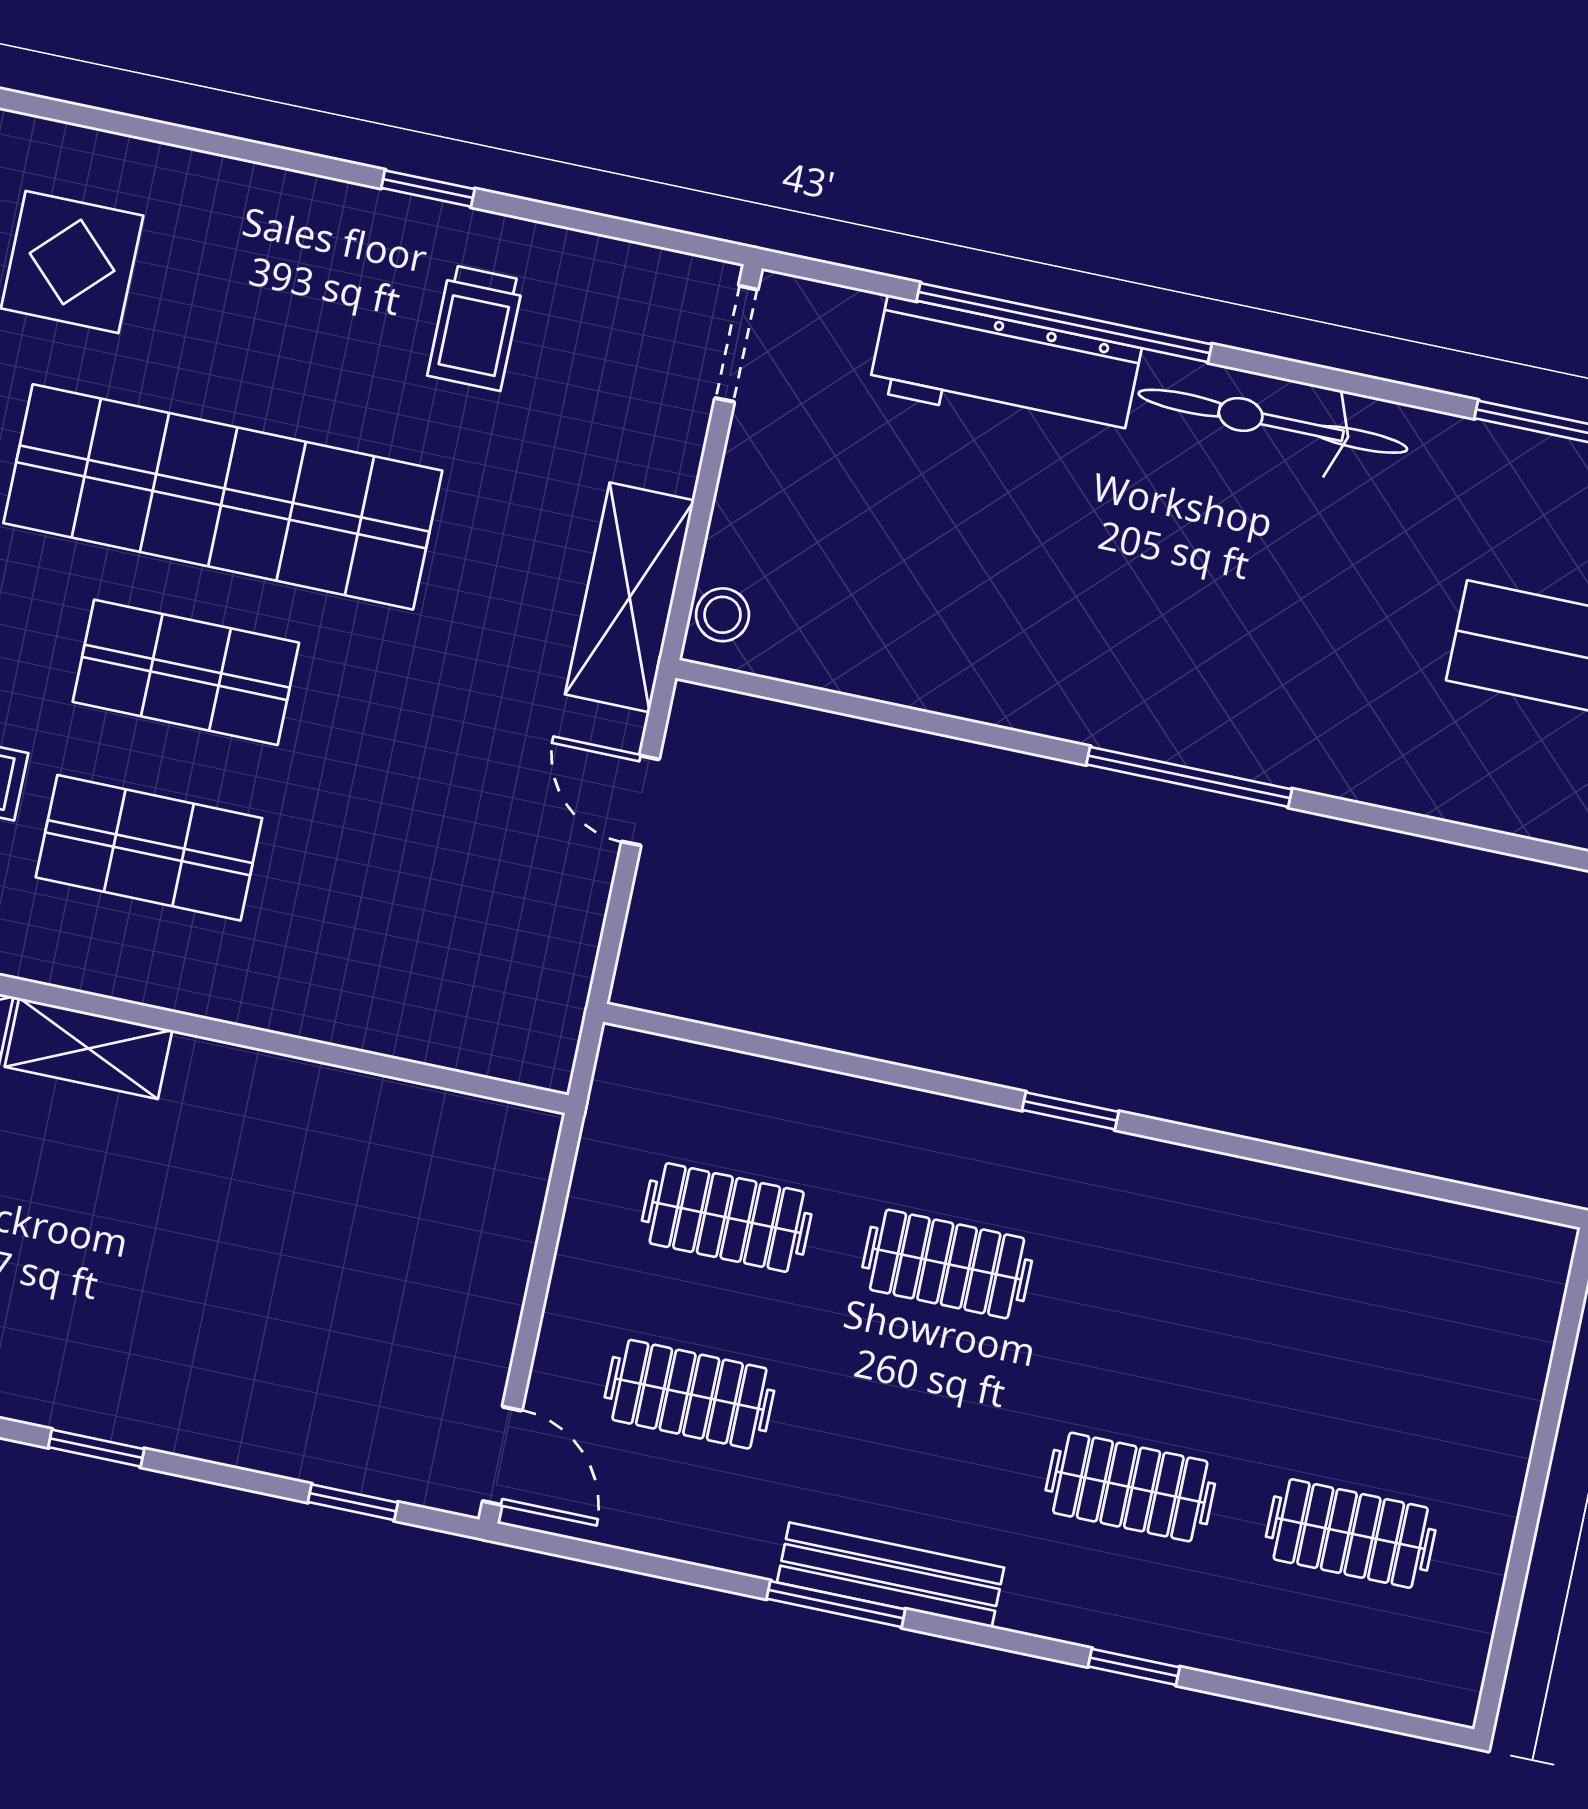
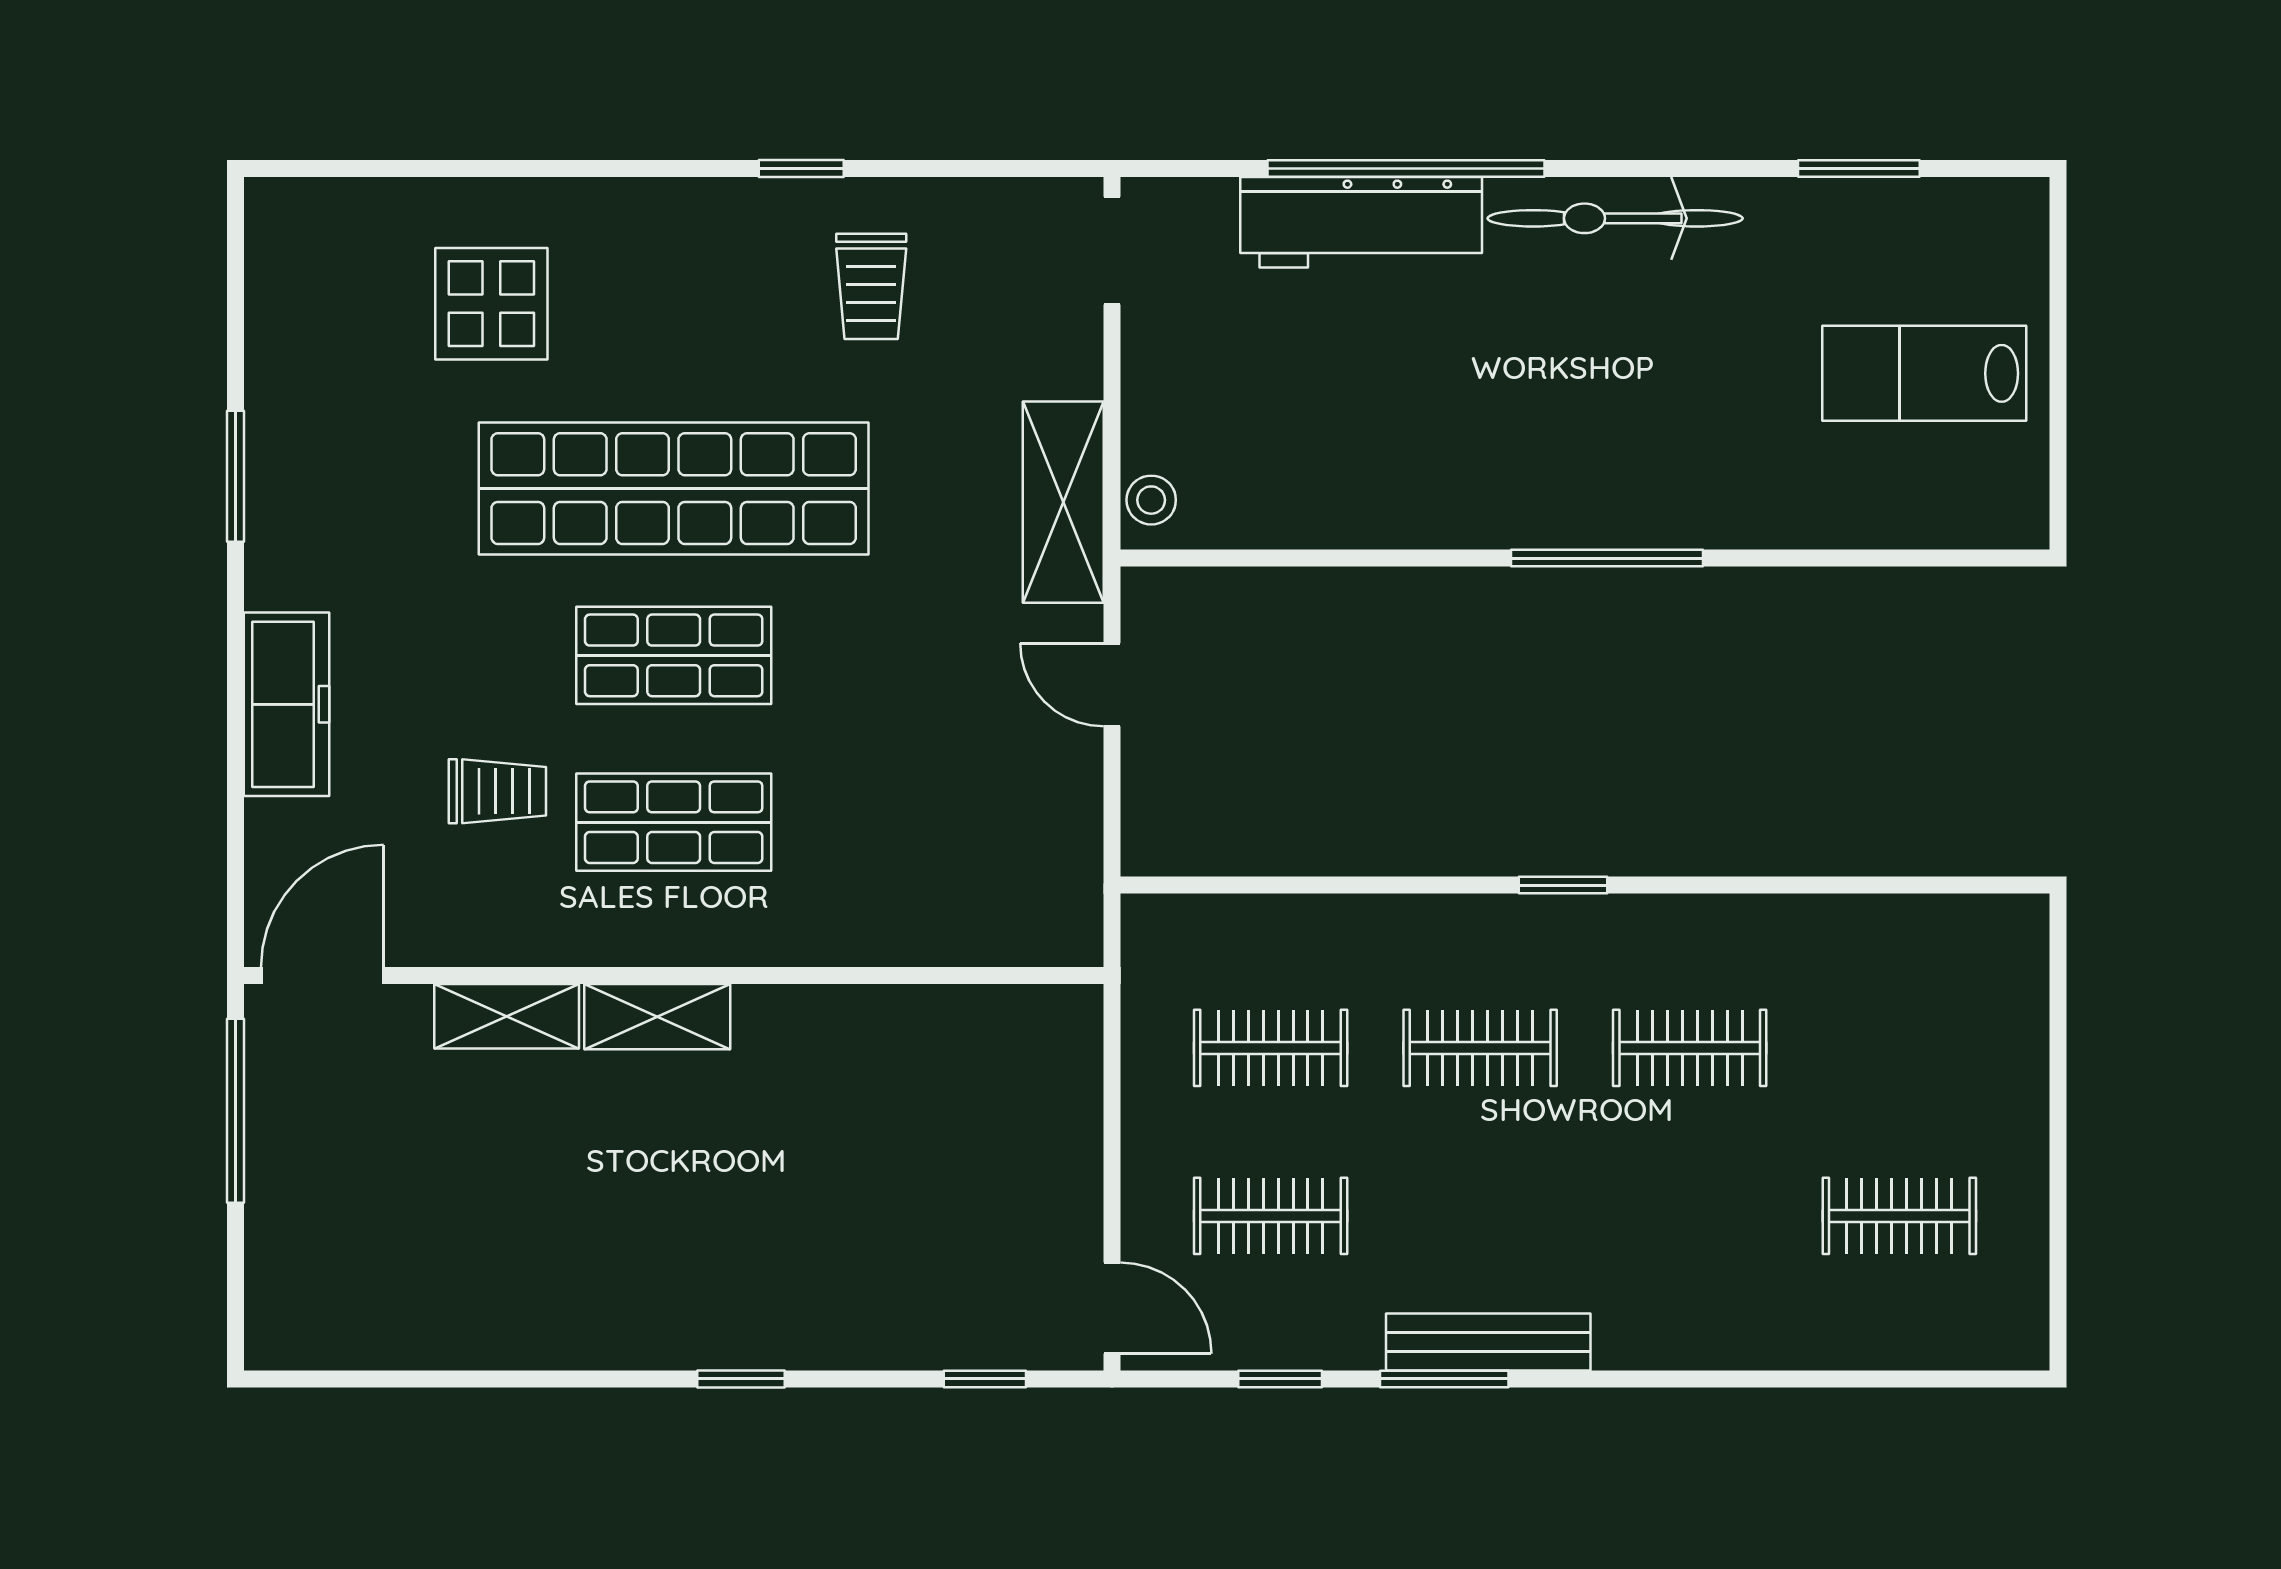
clothes rail: (1130, 1487) -> (1690, 1048), moved
window: (1134, 1667) -> (1280, 1379), moved

